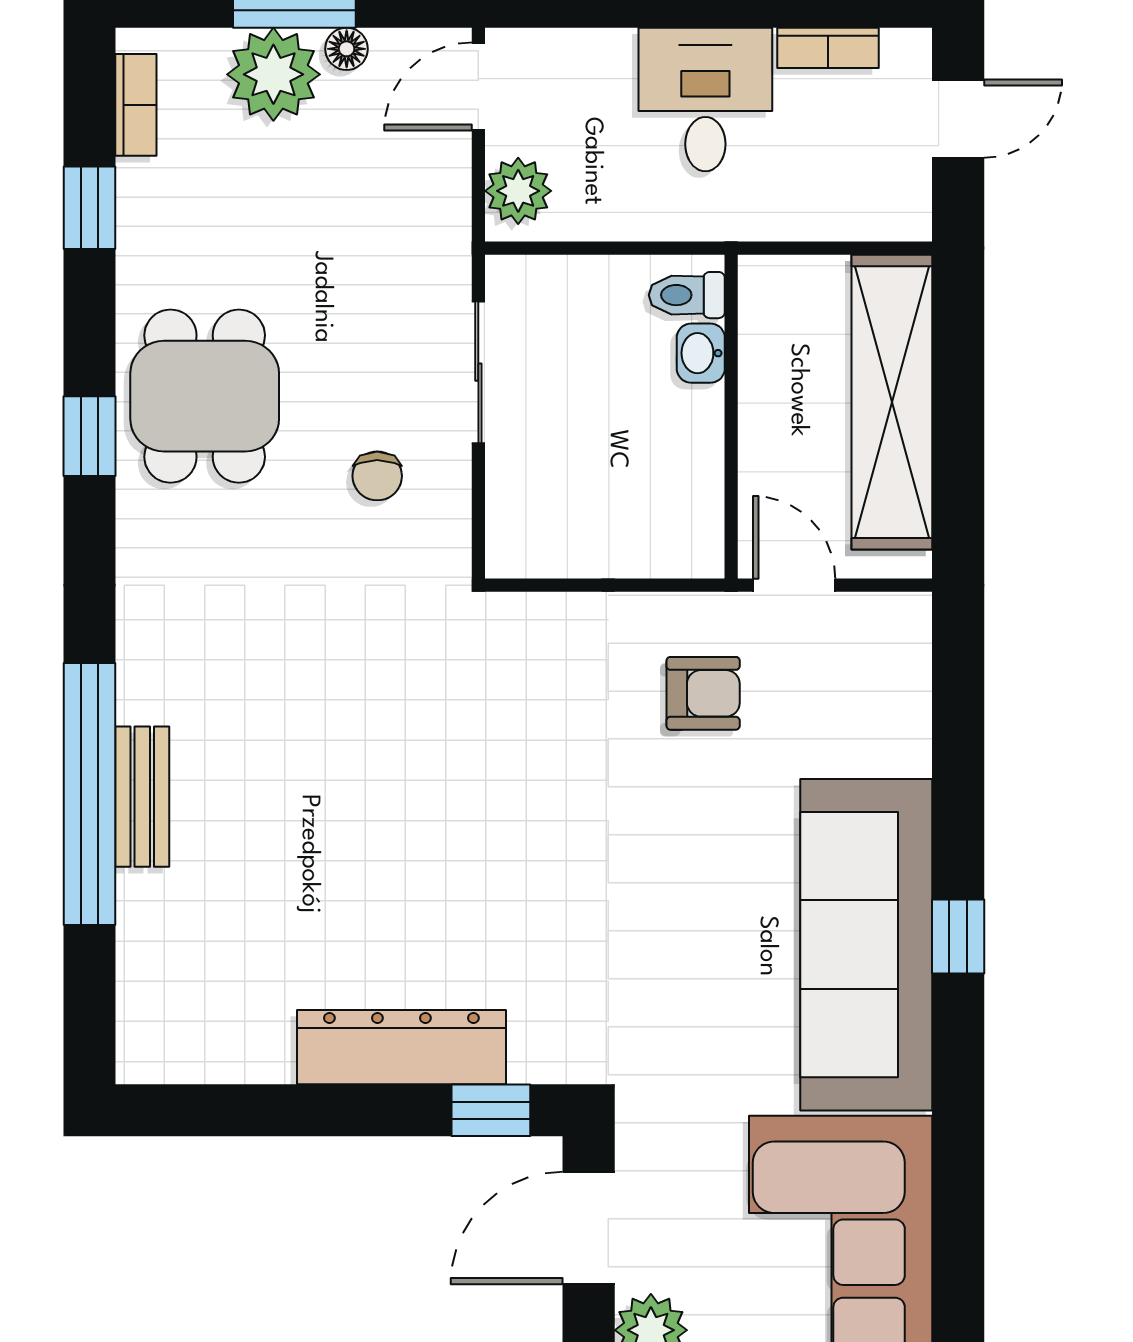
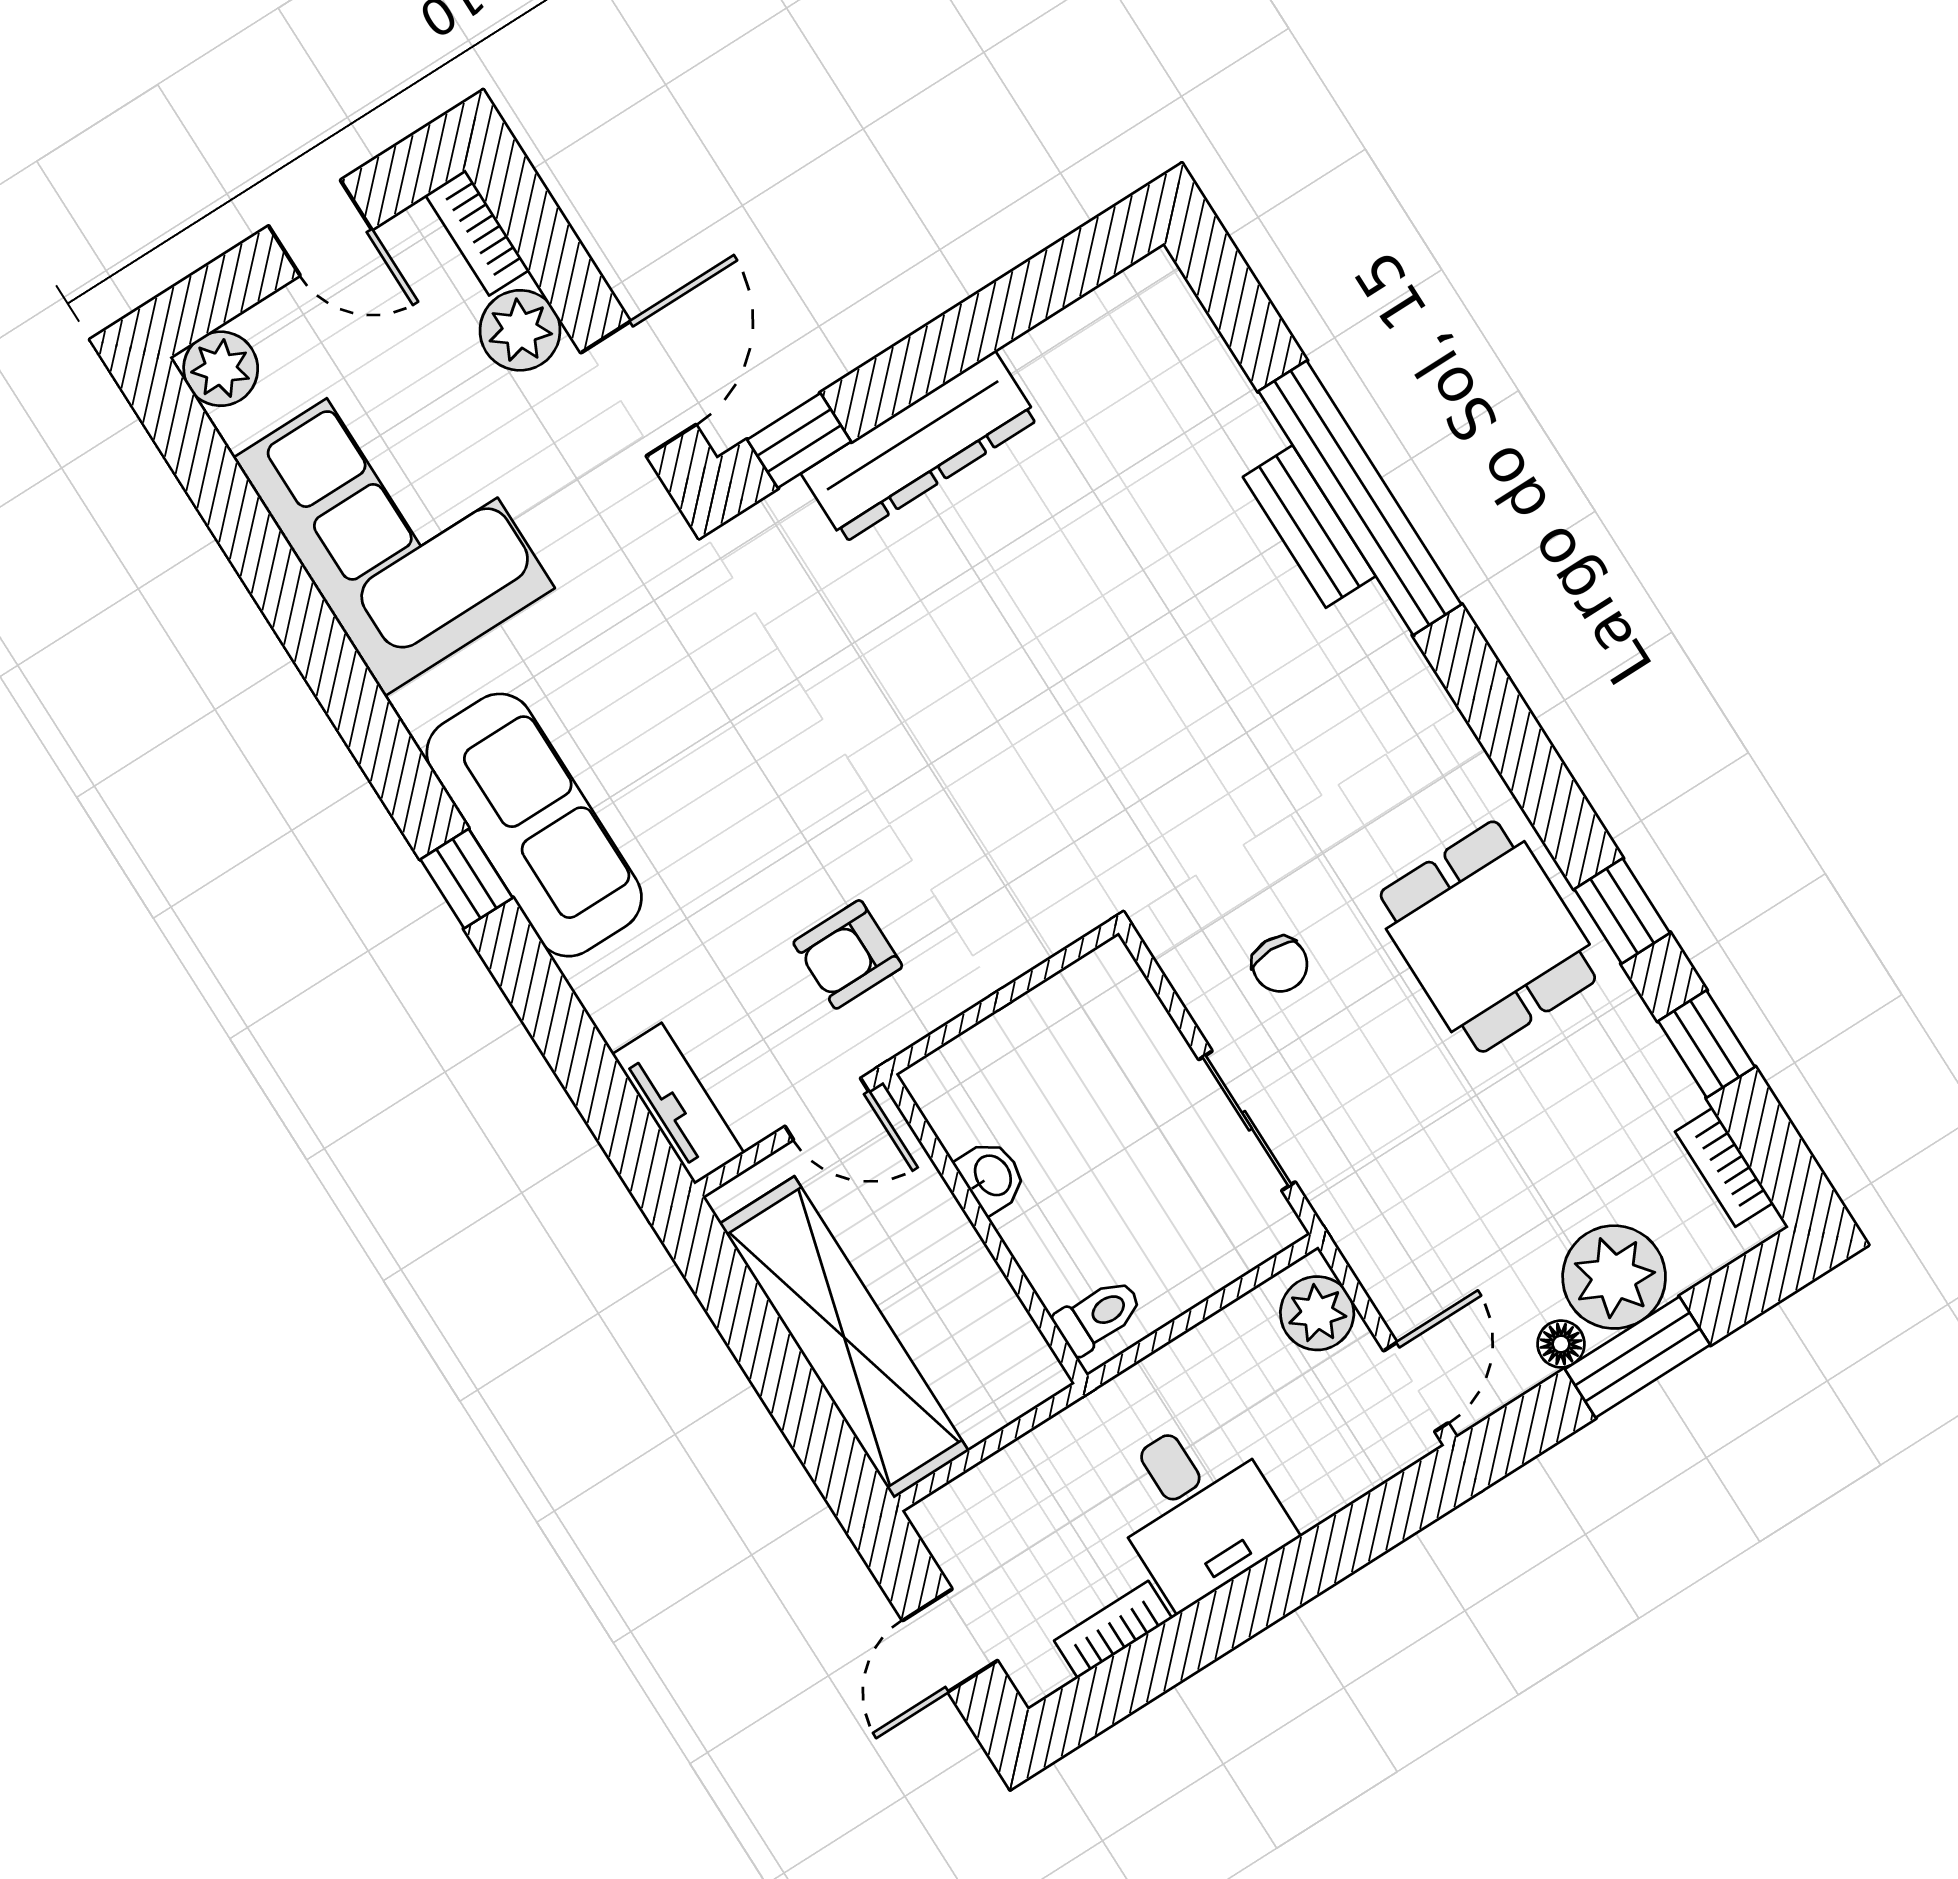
washbasin: (701, 353) -> (992, 1176), moved
window: (89, 436) -> (1622, 911), moved
chair: (377, 476) -> (1280, 964), turned 180
tv unit: (905, 662) -> (678, 1104), added
sofa: (866, 945) -> (534, 825), width x0.74, depth x0.79

